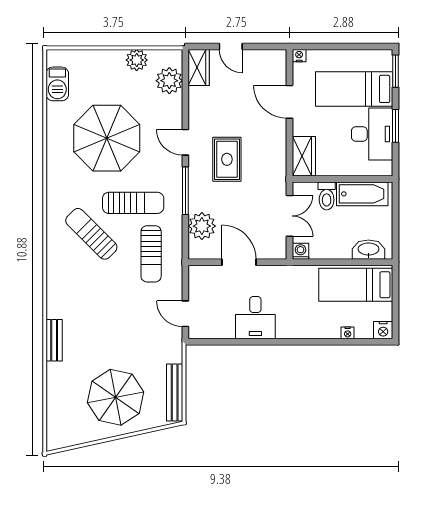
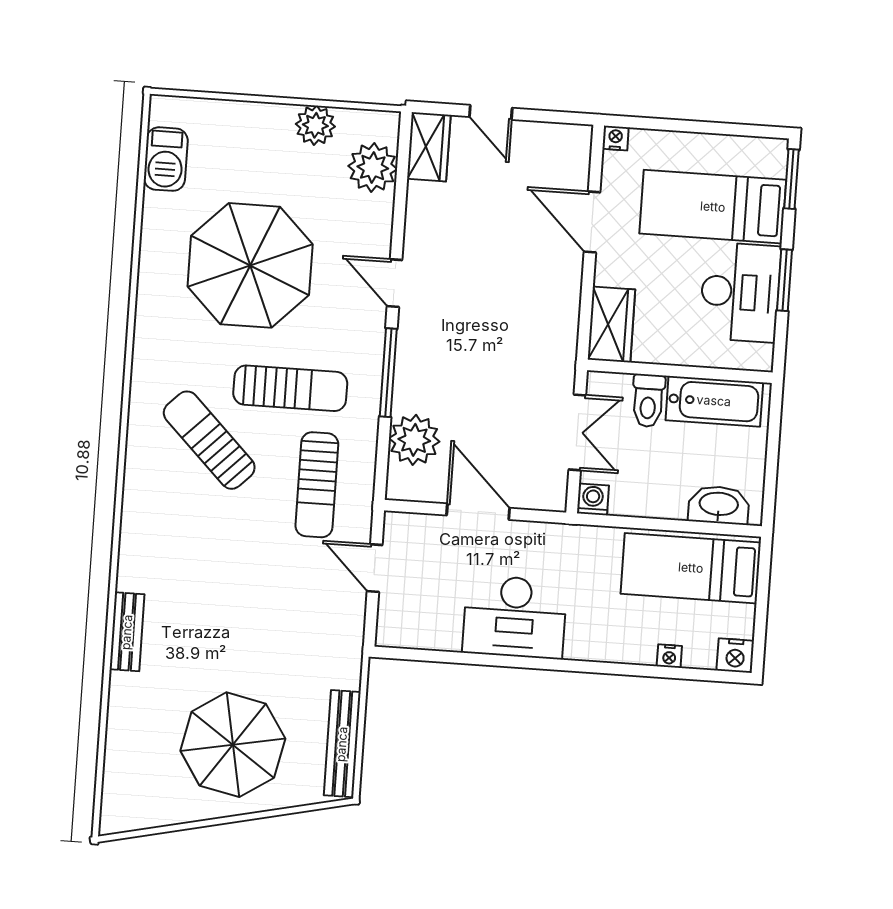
rug: (227, 159) -> (469, 320), removed
door: (185, 314) -> (375, 568), moved
desk: (255, 318) -> (515, 617), width x1.37

